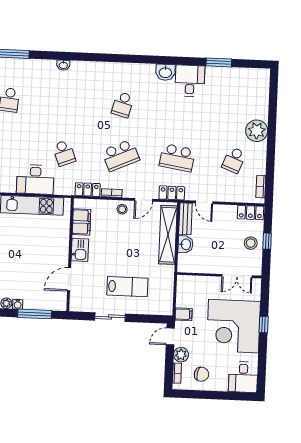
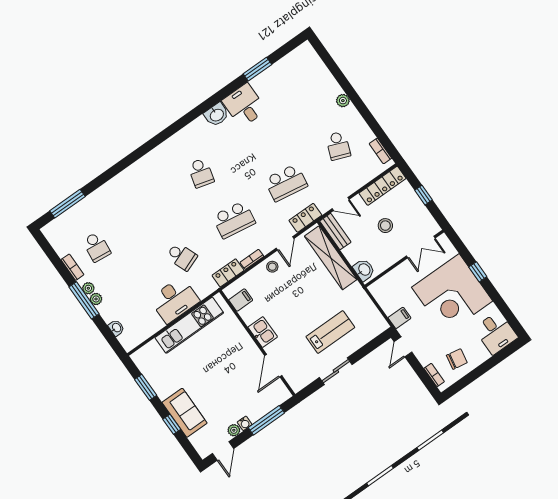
washbasin: (63, 65) -> (121, 179), removed
plant: (257, 131) -> (343, 101), width x0.53, depth x0.53
school desk: (121, 155) -> (234, 220), turned 33
locker: (250, 213) -> (382, 186), width x1.53
filing cabinet: (81, 222) -> (241, 300), width x0.50
stool: (251, 243) -> (385, 226), moved
washbasin: (186, 244) -> (364, 270), moved
plant: (181, 355) -> (425, 356), removed

